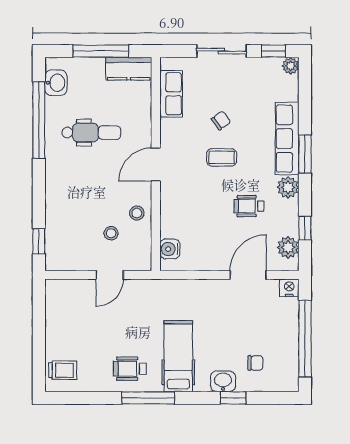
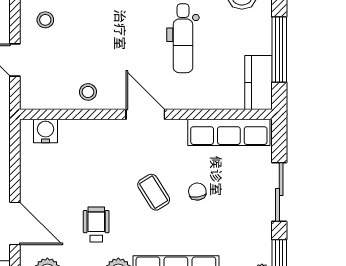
row of seats: (171, 94) -> (229, 132), width x1.48
chair: (221, 120) -> (197, 192), turned -152
coffee table: (222, 157) -> (154, 192), turned -32
stool: (111, 233) -> (45, 20), moved

